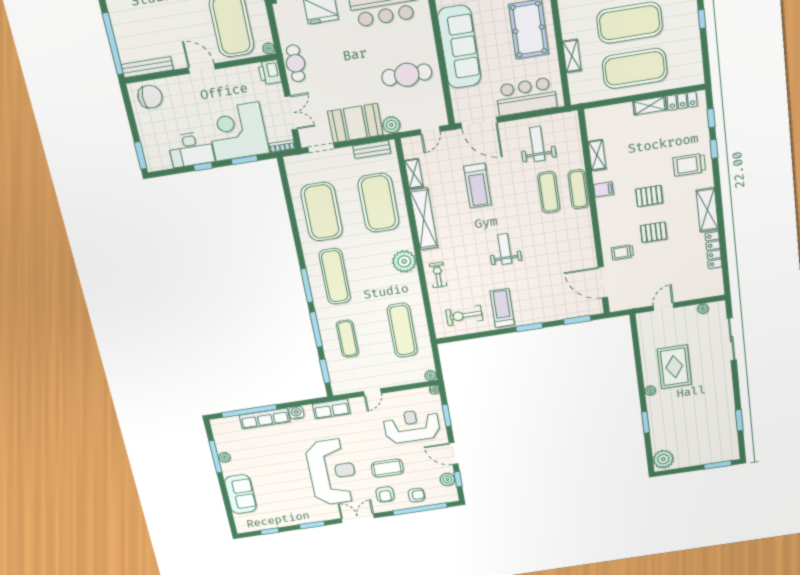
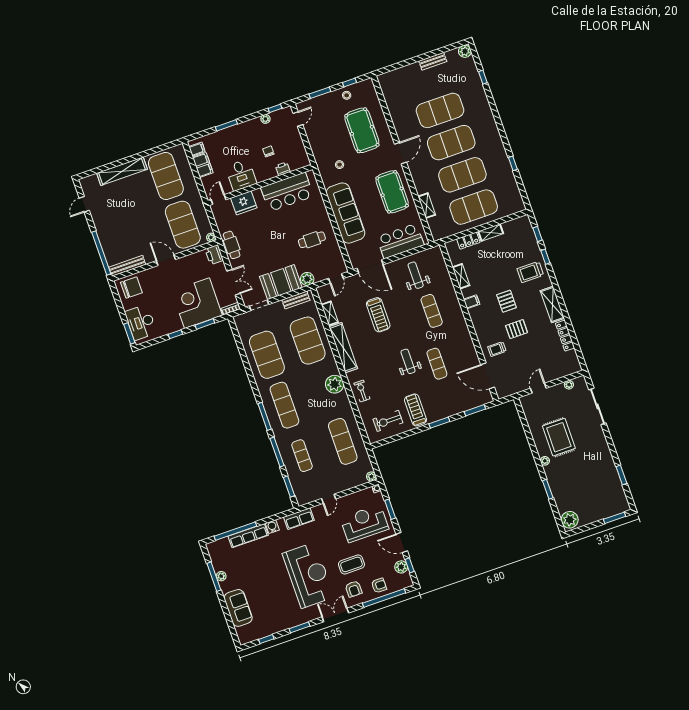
cafe table: (407, 75) -> (312, 240), width x0.73, depth x0.74
locker: (682, 101) -> (468, 241), moved
desk: (191, 149) -> (141, 322), moved, turned 90
exercise mat: (578, 189) -> (437, 364), moved
pallet: (649, 196) -> (507, 301), turned 90

